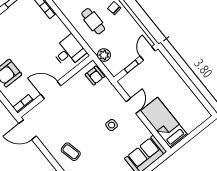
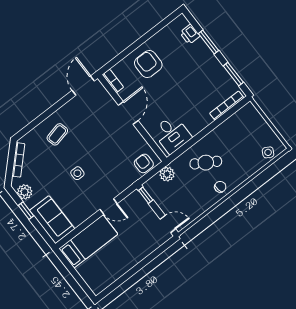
cafe table: (93, 21) -> (206, 163), turned 31
window: (131, 67) -> (146, 195), moved
armchair: (95, 76) -> (144, 163), turned 90
side table: (112, 125) -> (77, 173), moved

